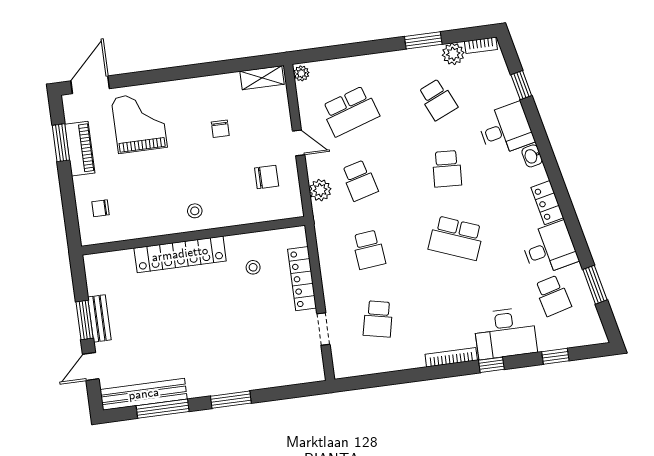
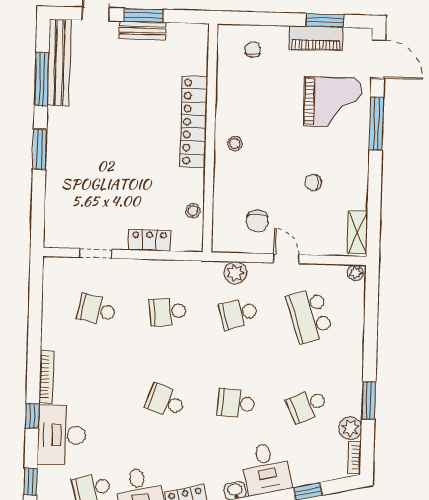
window: (153, 76) -> (376, 124), added
door: (299, 143) -> (286, 259), swing flipped
school desk: (456, 238) -> (165, 401), width x0.54
stool: (253, 267) -> (193, 211), moved
locker: (302, 279) -> (150, 240), width x0.66

